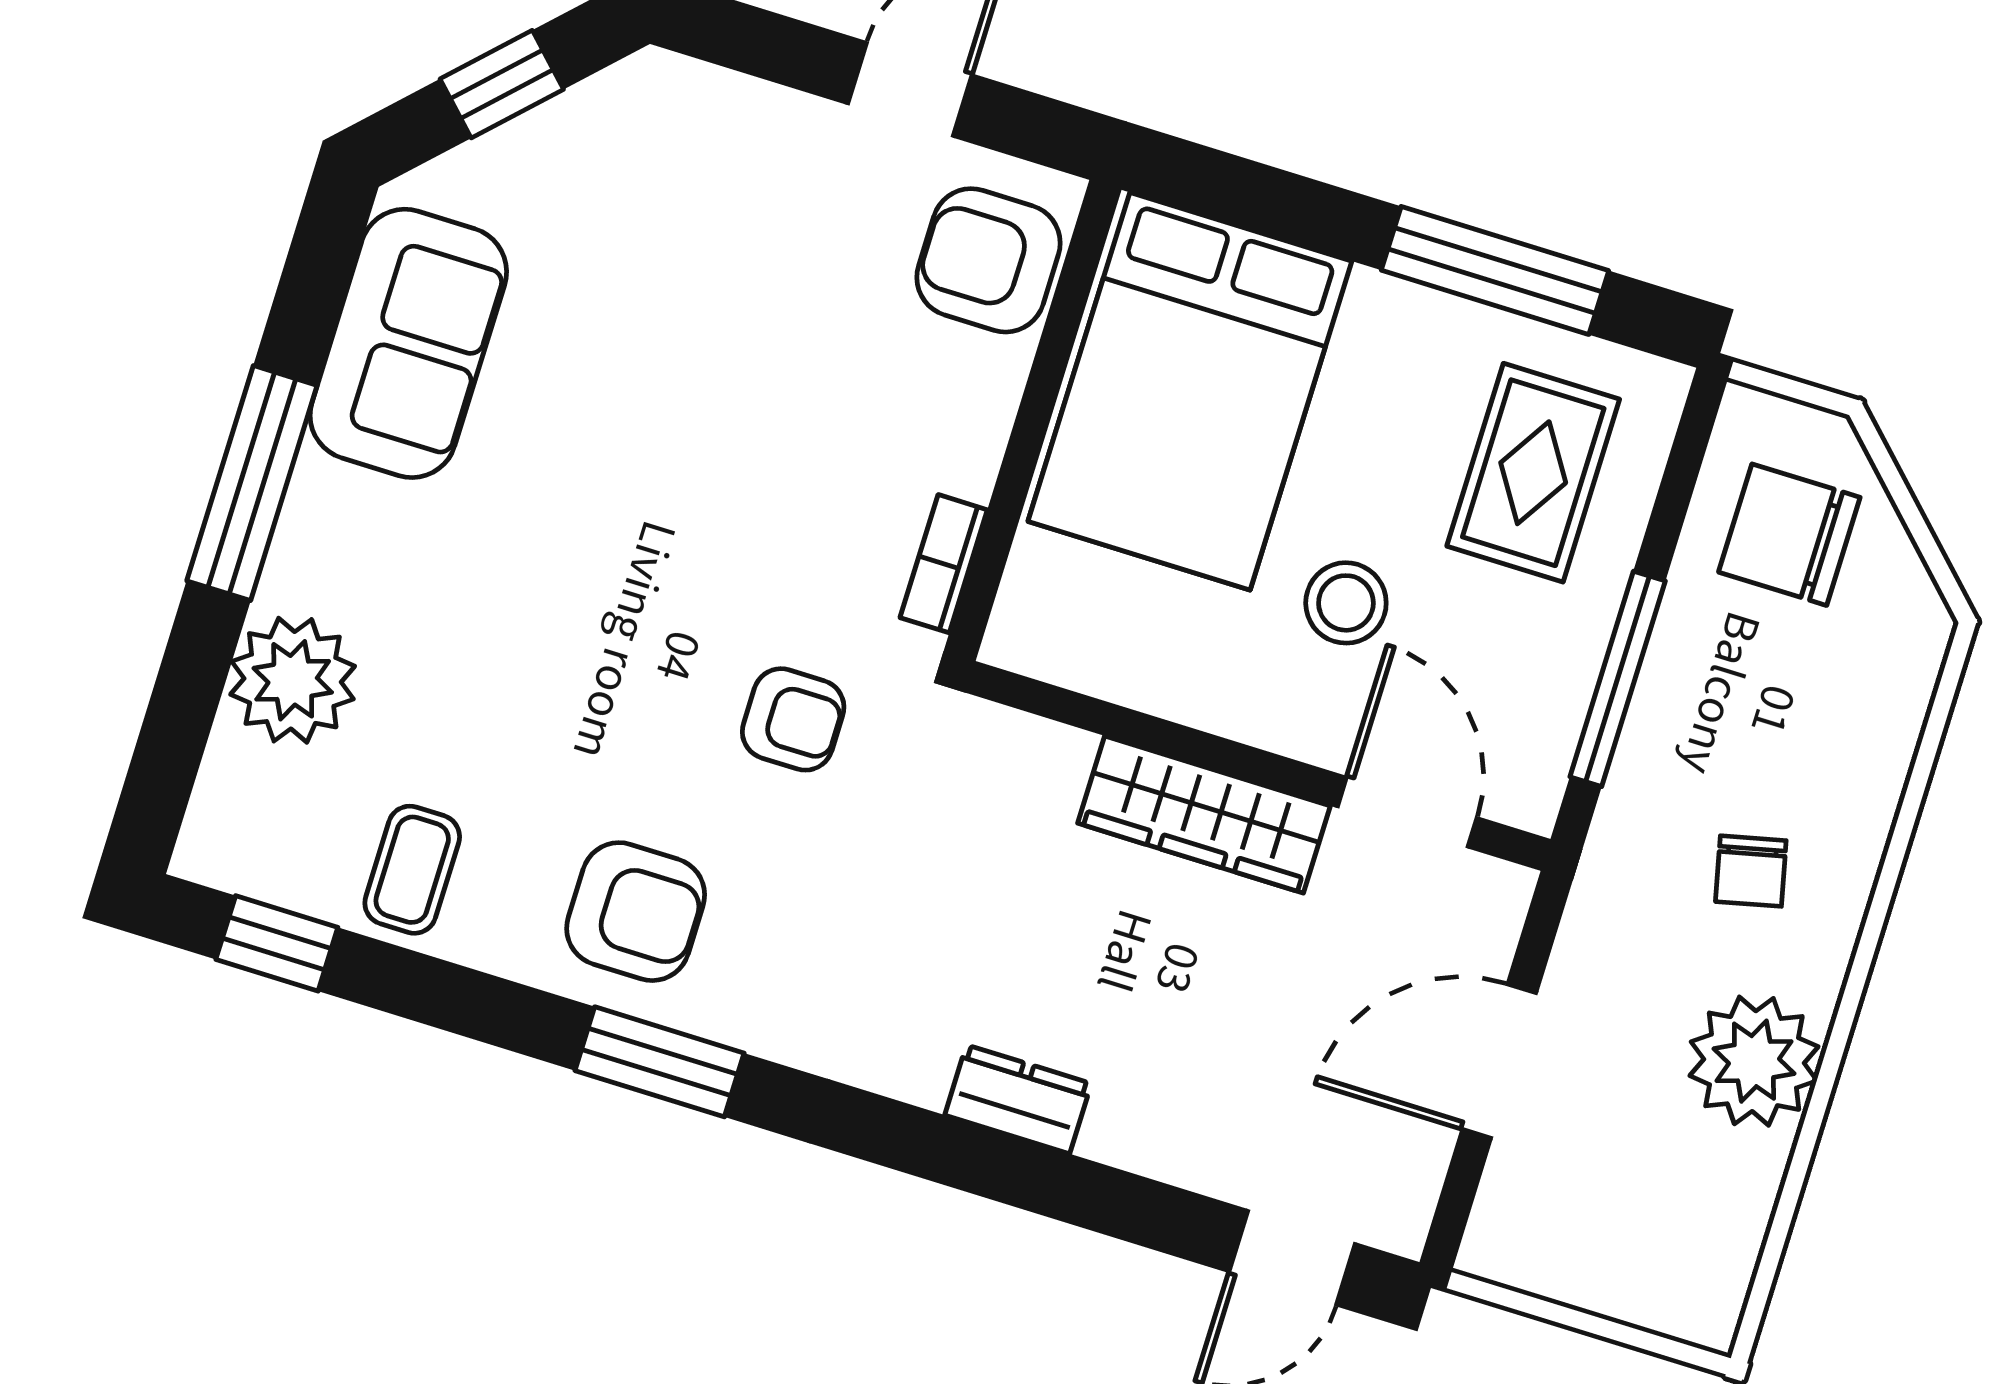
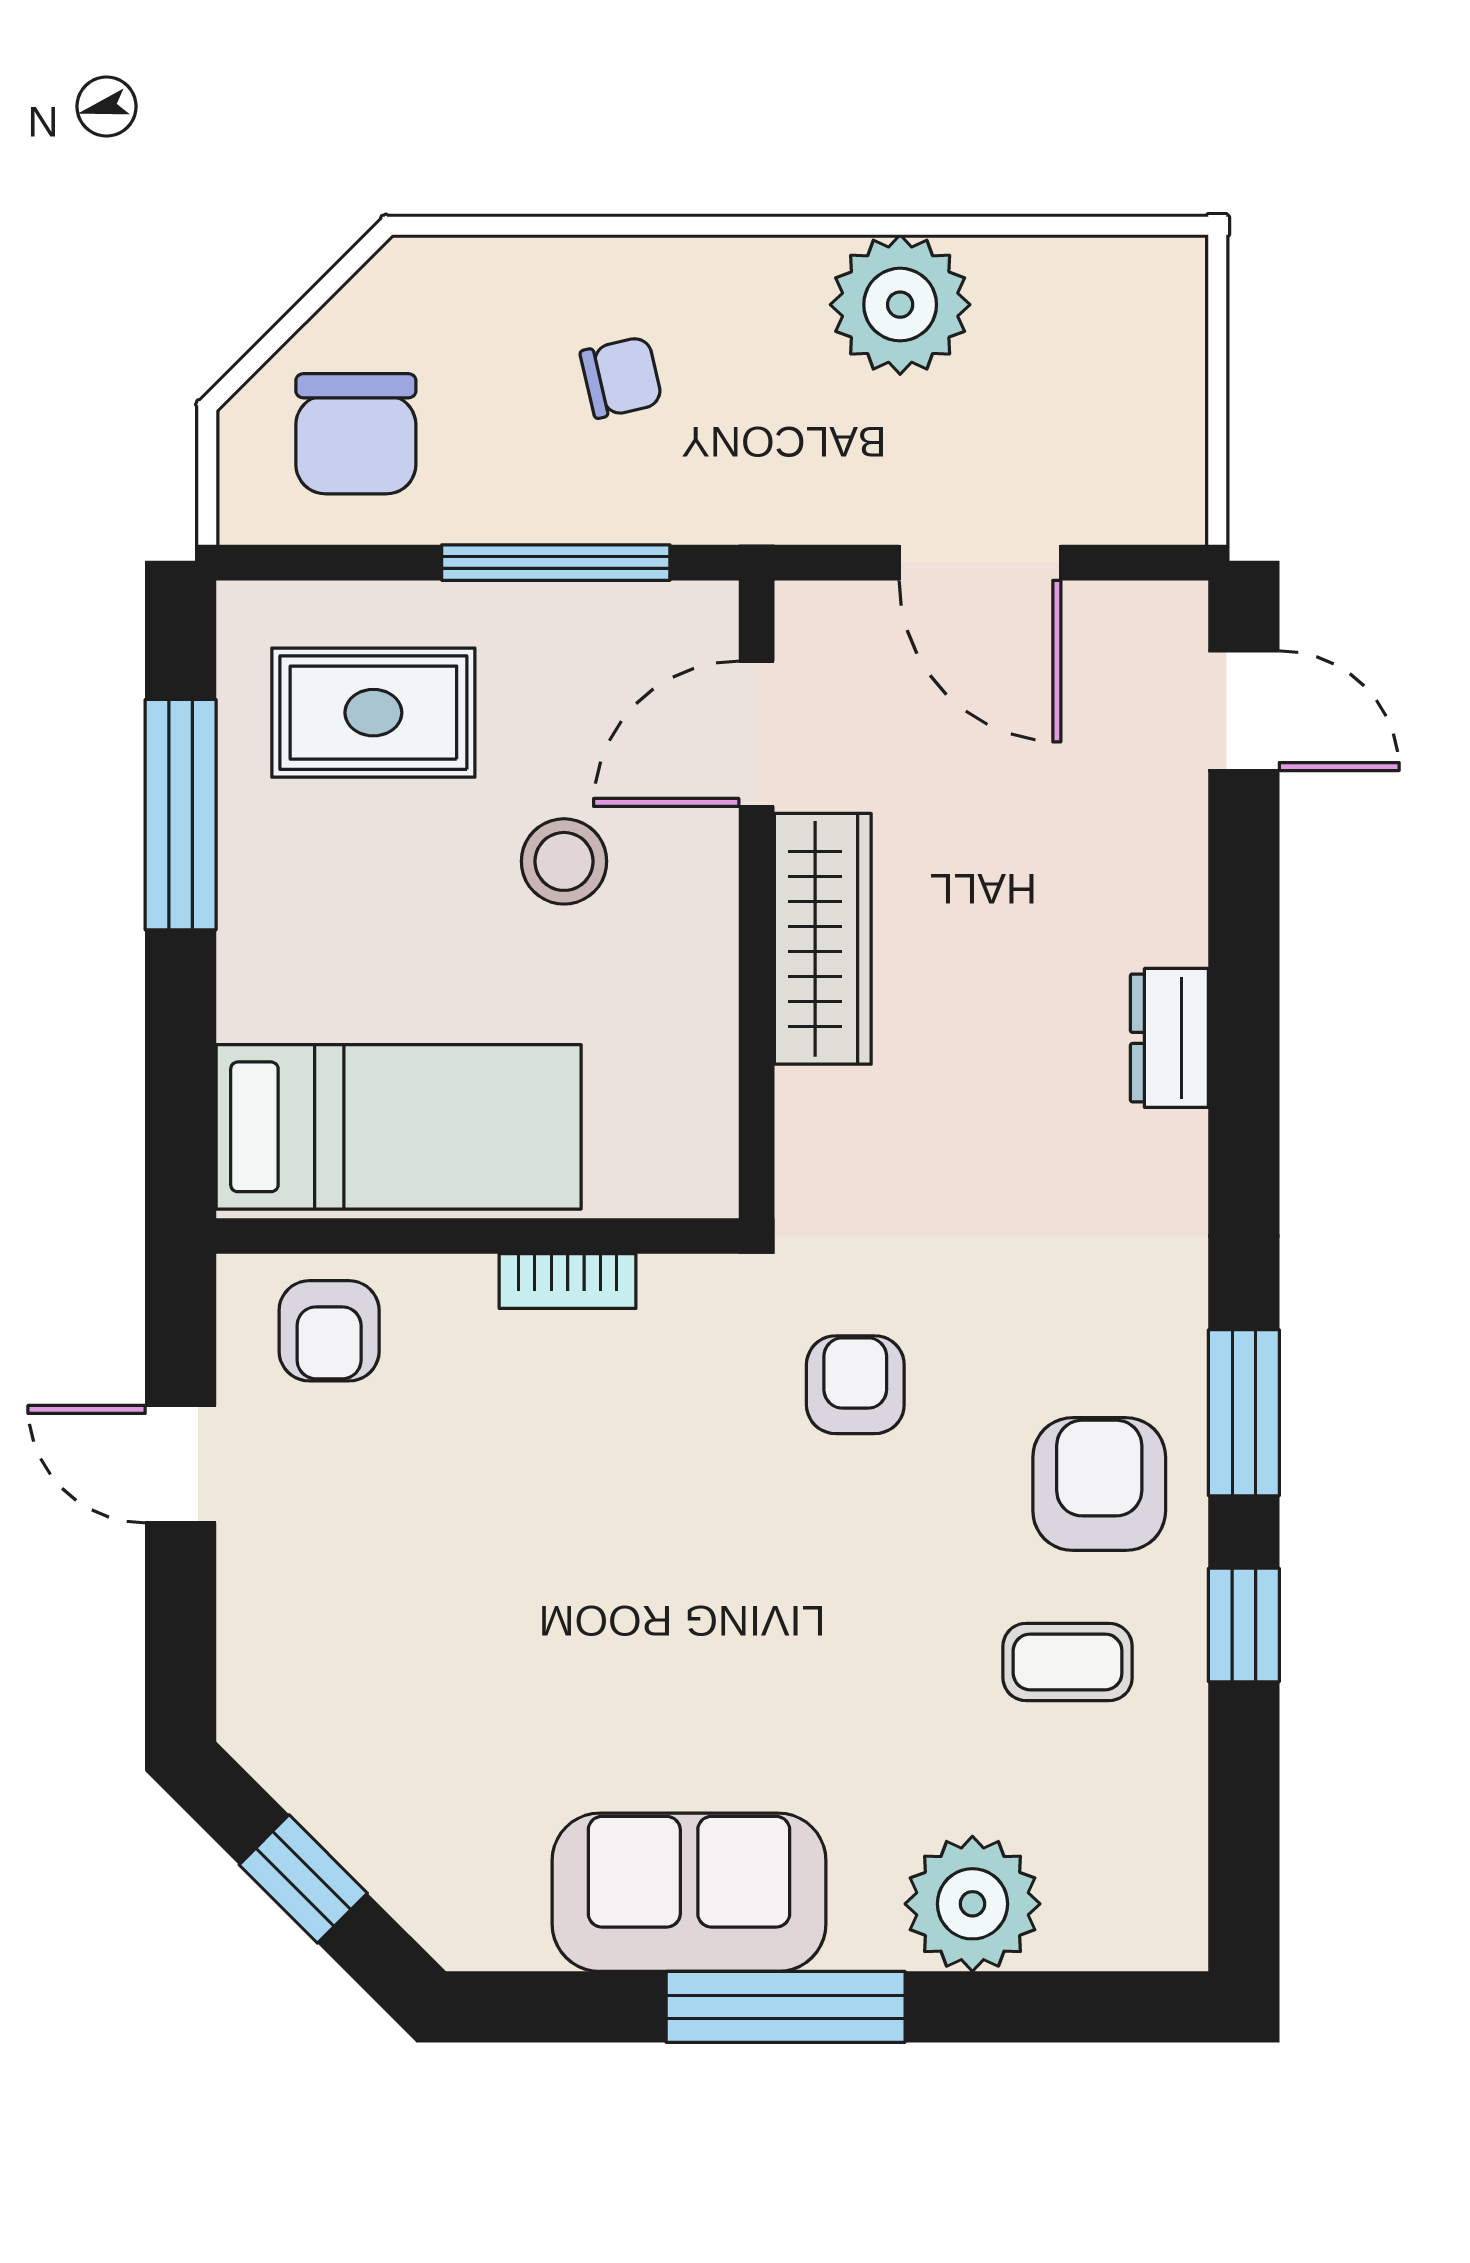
armchair: (989, 260) -> (329, 1331), width x0.72, depth x0.72
sofa: (408, 343) -> (689, 1892), moved
bed: (1190, 391) -> (399, 1127), width x0.67
bookcase: (944, 564) -> (568, 1281), moved
coffee table: (412, 870) -> (1068, 1662), moved
chair: (1751, 871) -> (621, 377), moved
window: (277, 943) -> (1244, 1625), moved

